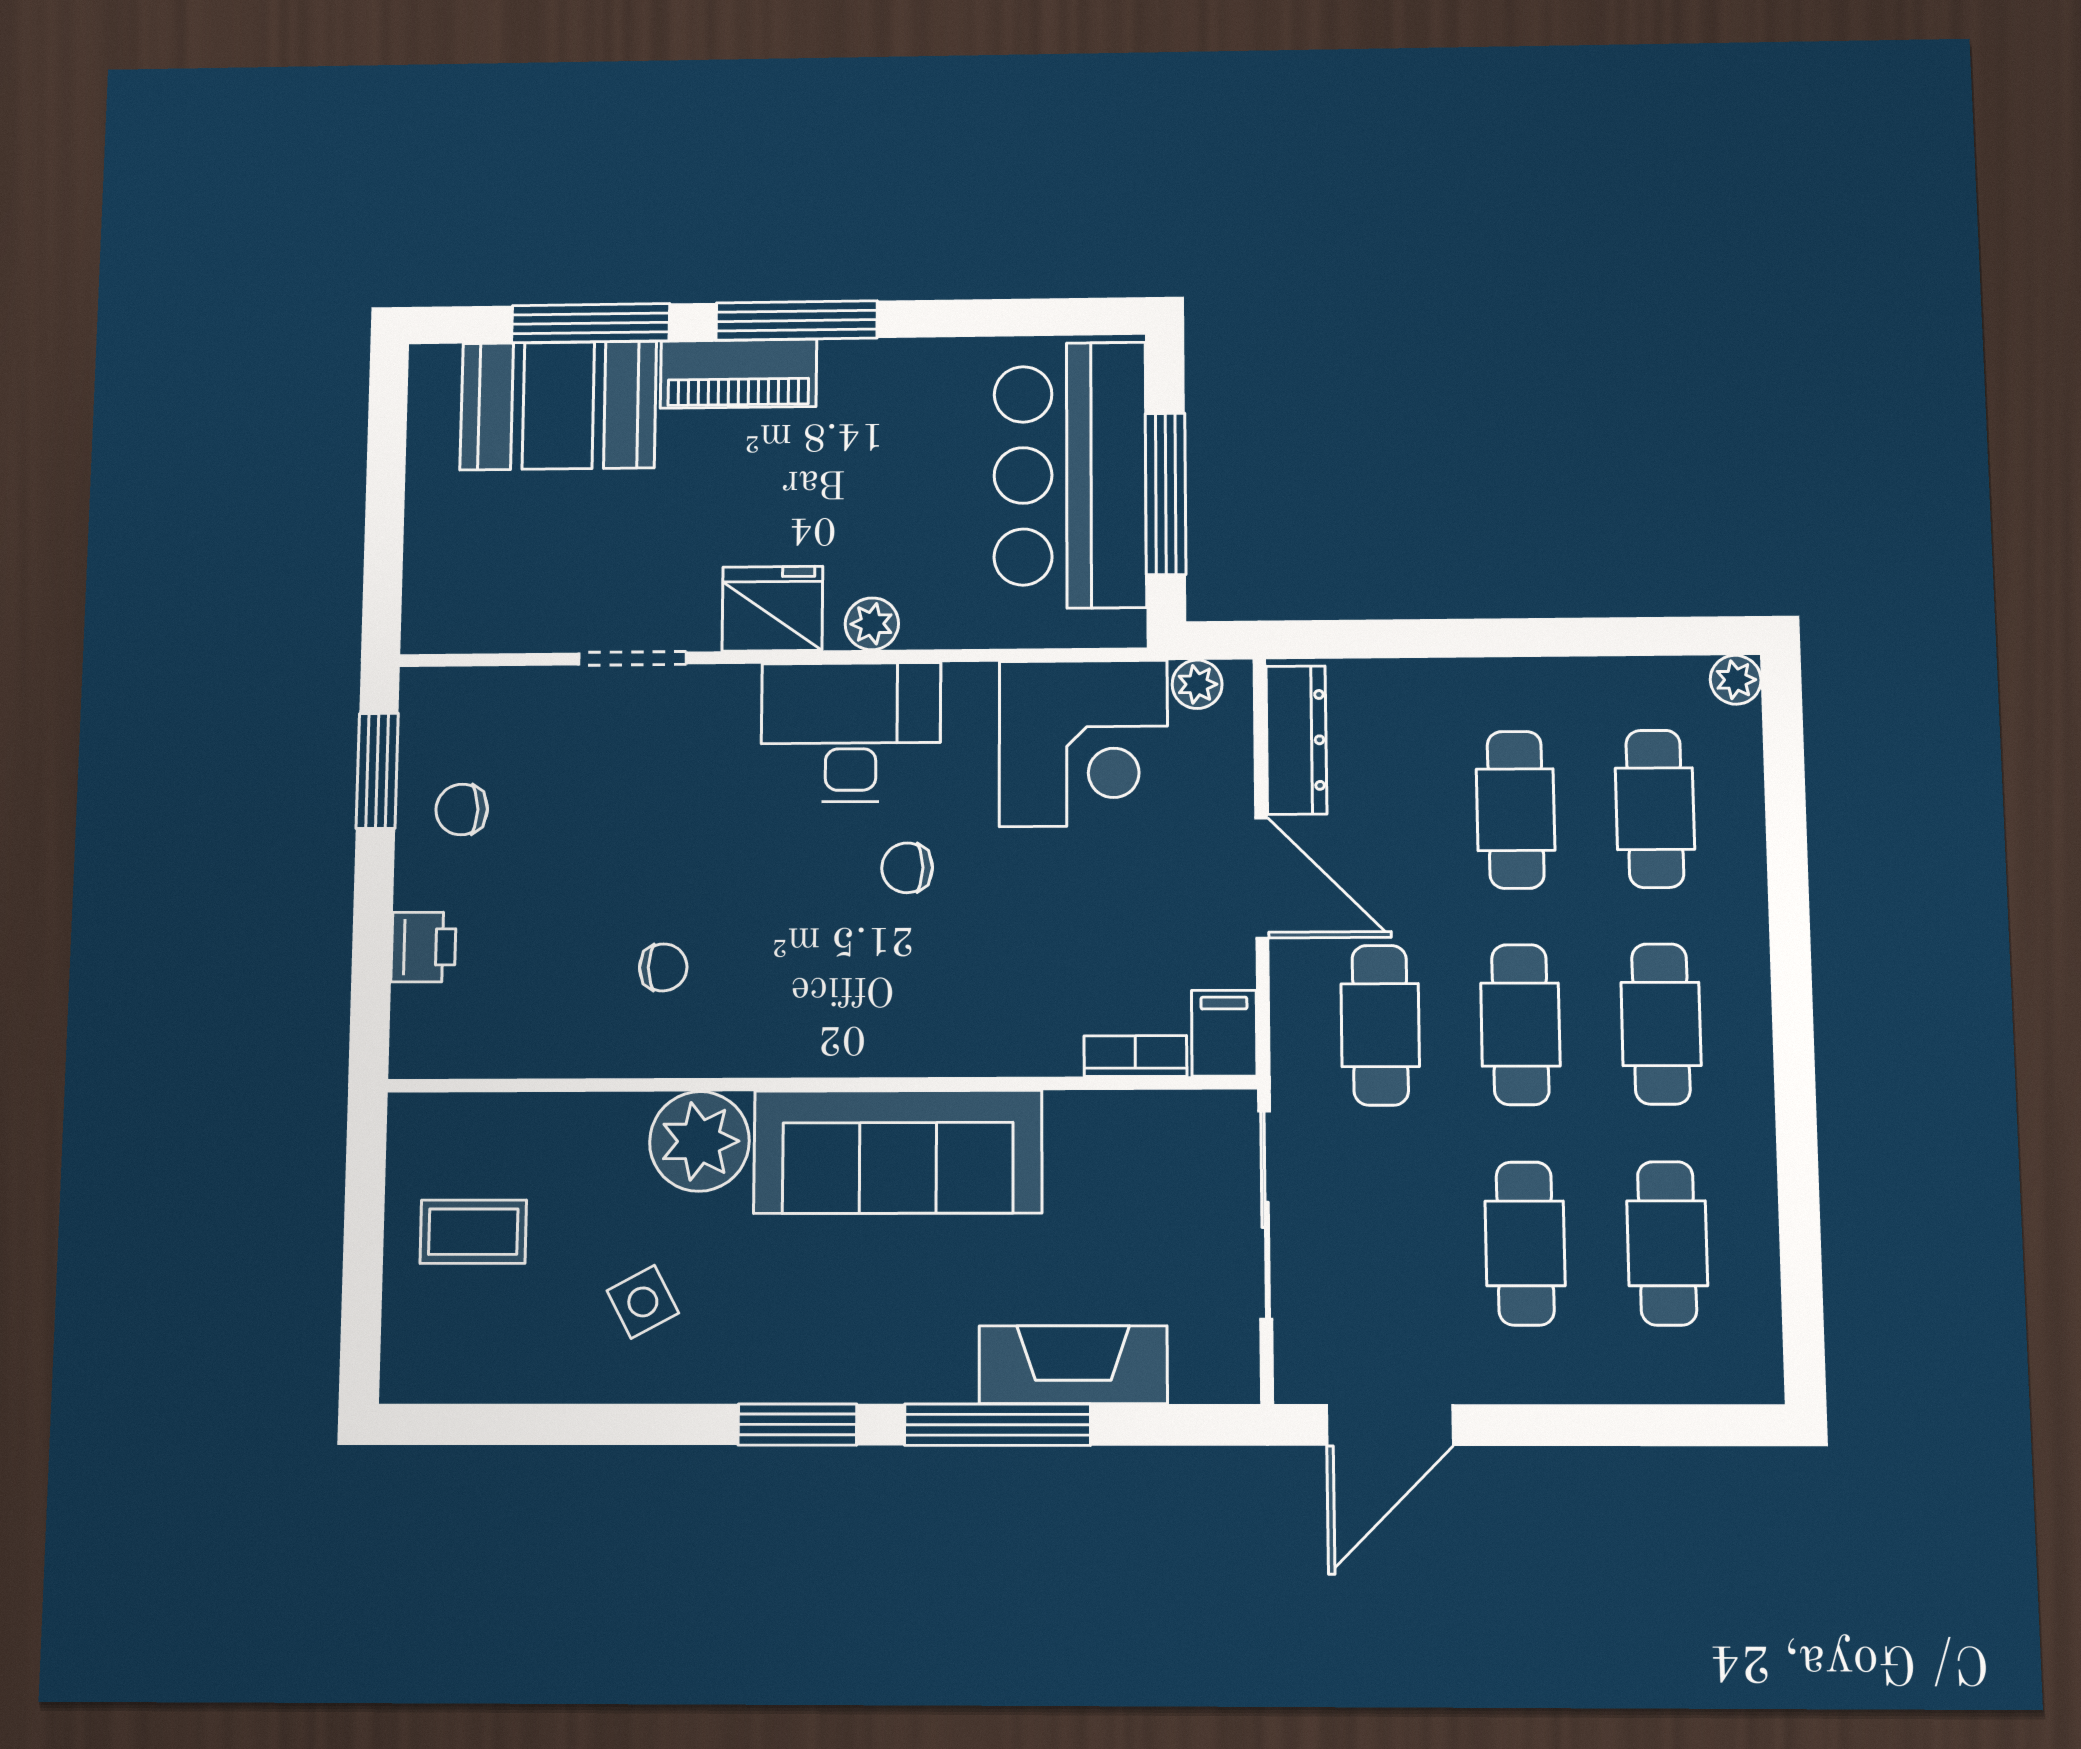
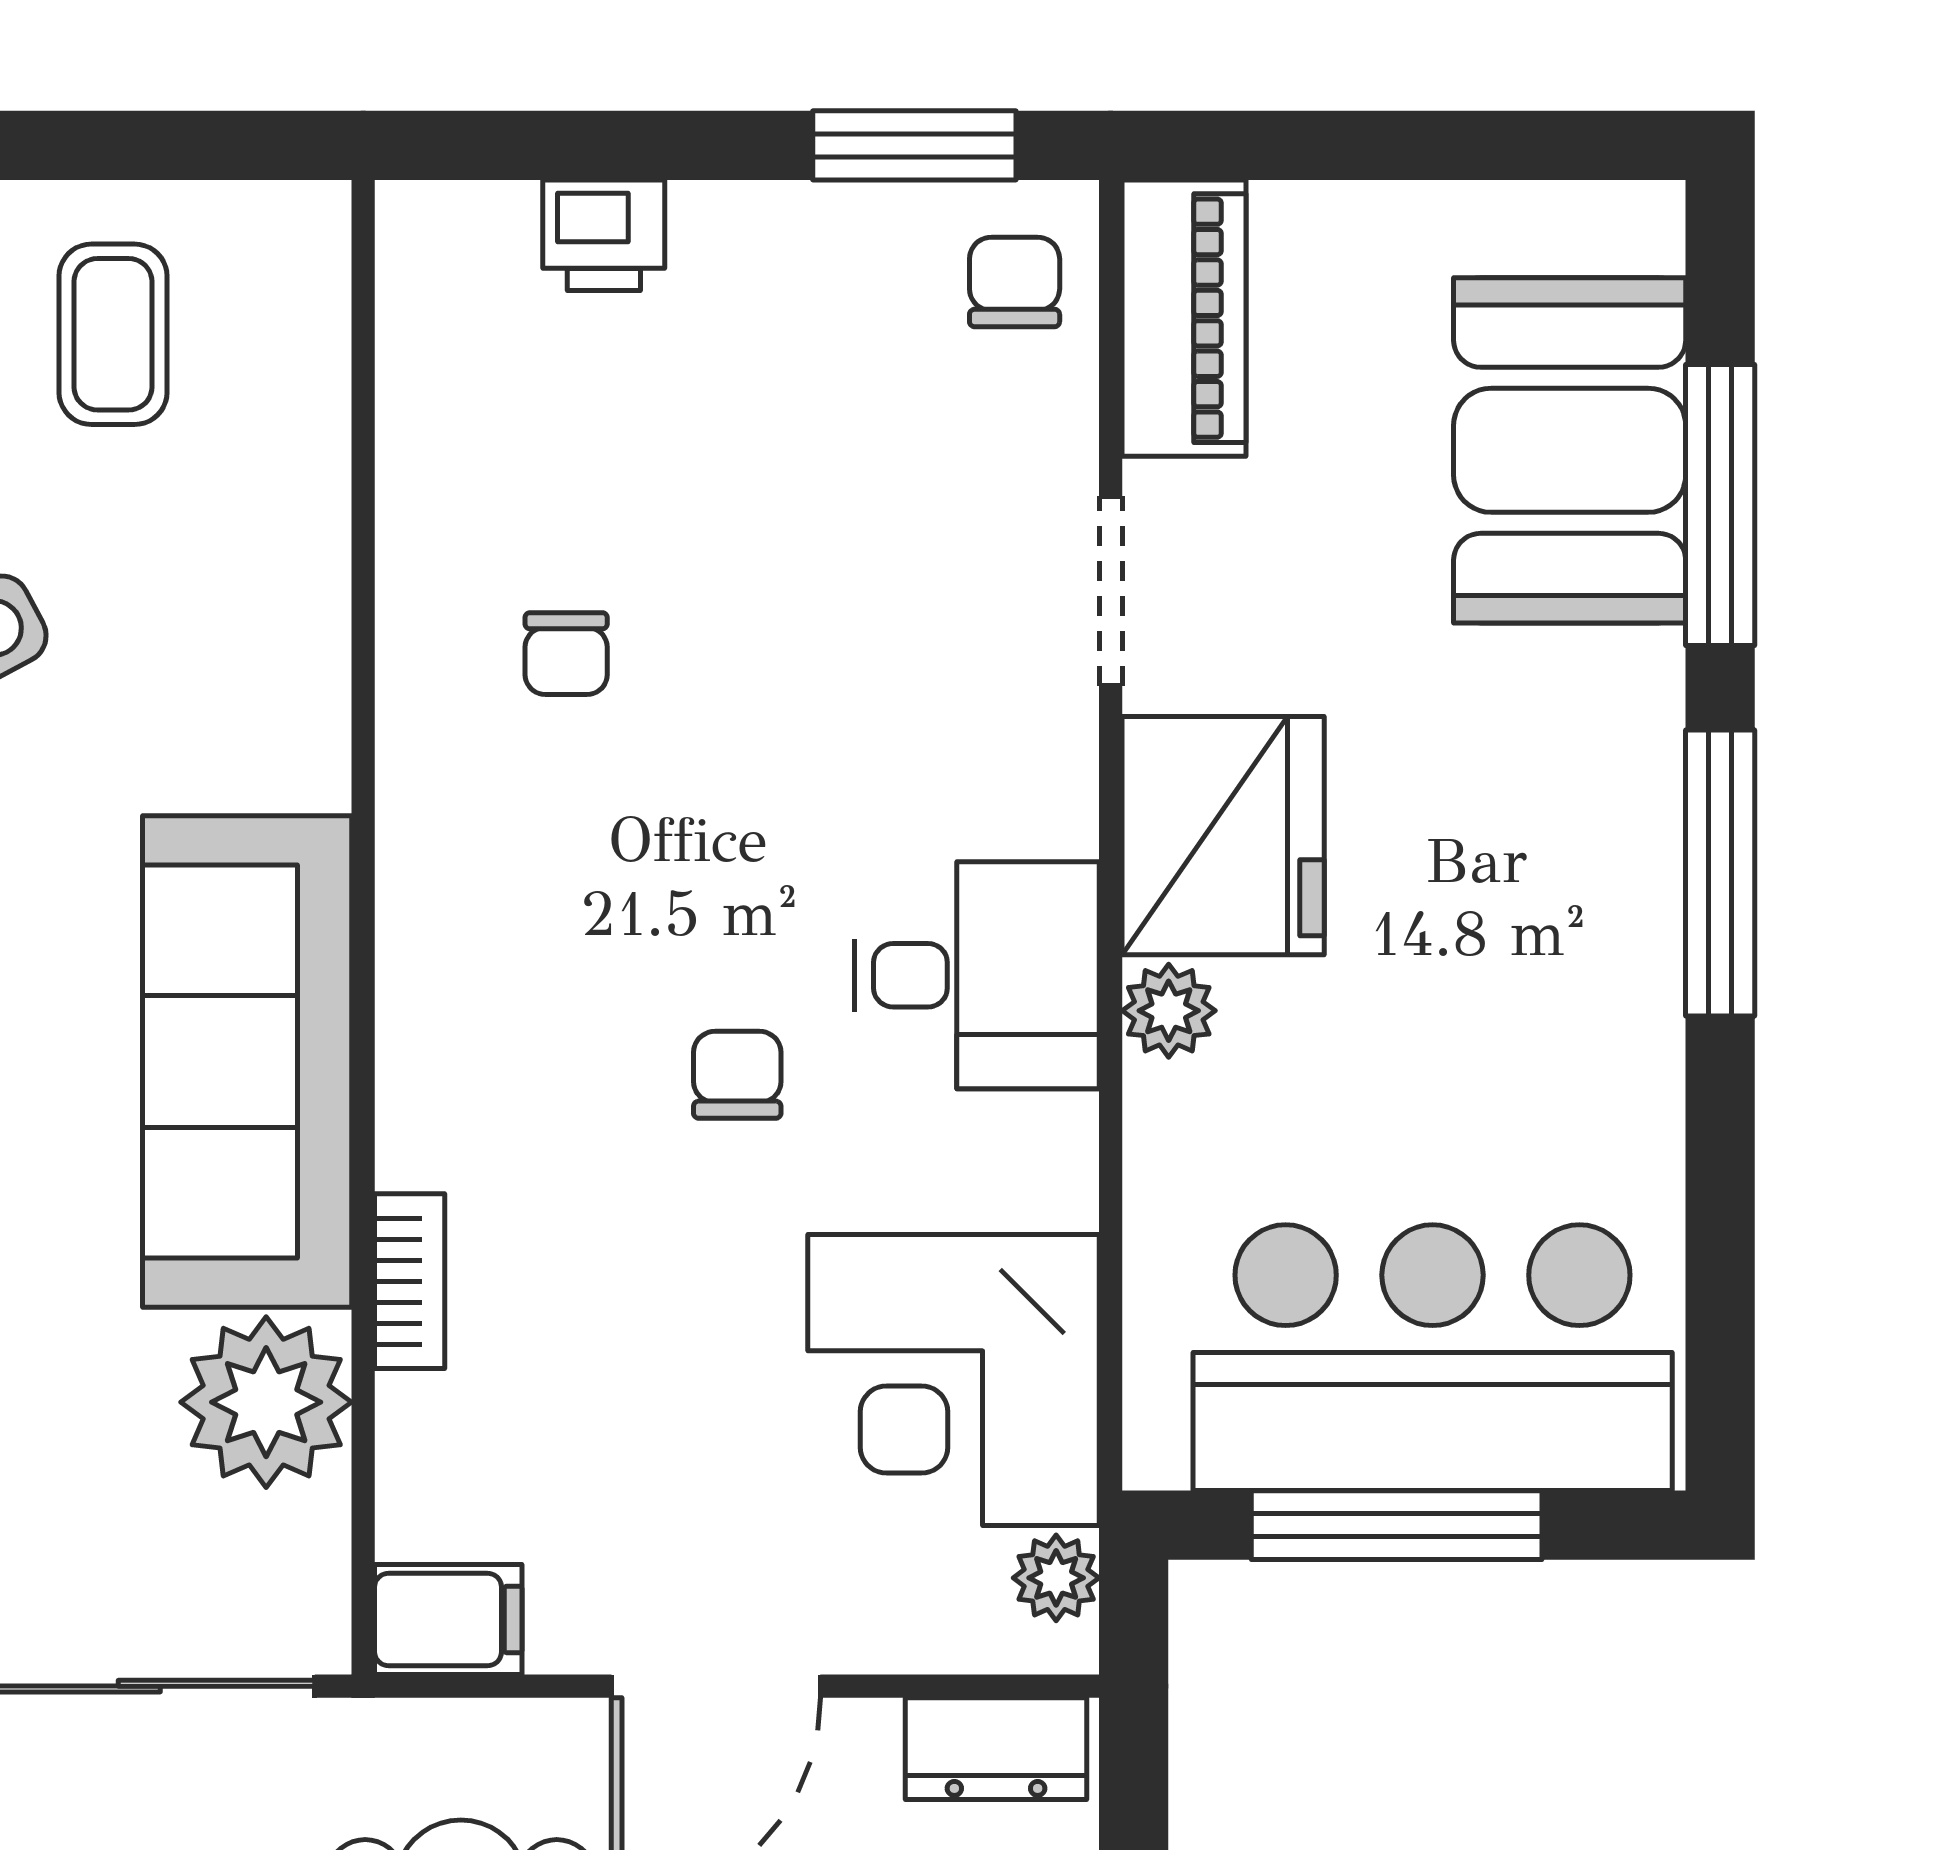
piano: (738, 374) -> (1184, 318), moved, turned 180
fridge: (772, 609) -> (1223, 836), width x1.36, depth x1.34
desk: (851, 732) -> (977, 975), width x0.73
dresser: (1296, 740) -> (996, 1749), width x0.70
chair: (462, 809) -> (1015, 282), moved
bookcase: (1135, 1056) -> (410, 1281), moved
plant: (699, 1141) -> (266, 1402), moved

